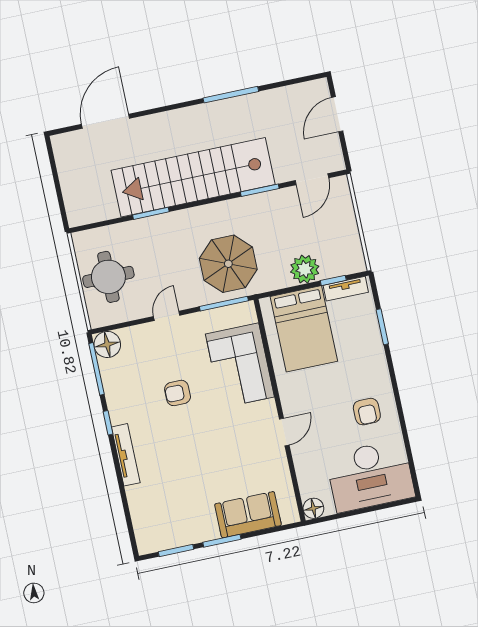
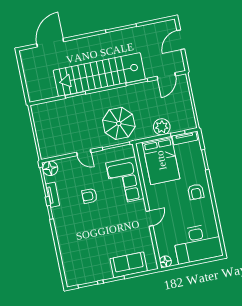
round table: (108, 277) -> (51, 130), removed
door: (167, 316) -> (84, 152), swing flipped
armchair: (367, 412) -> (196, 192), moved
tv unit: (126, 455) -> (53, 195), moved, width x0.71

